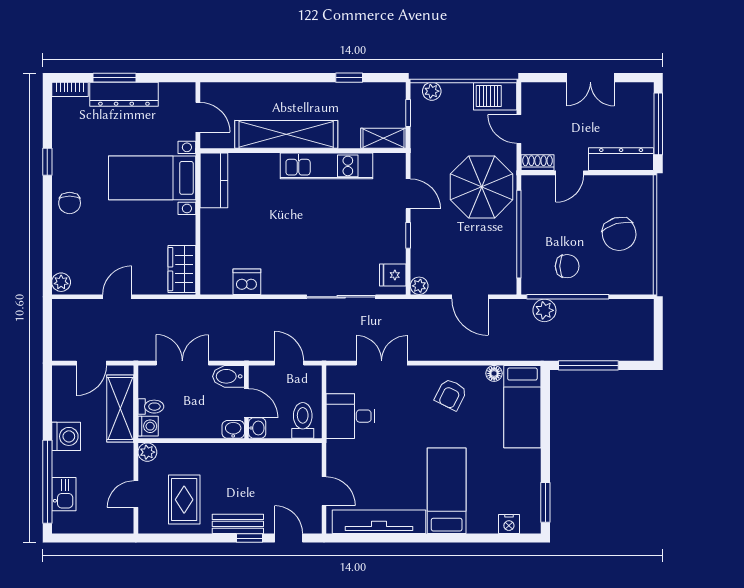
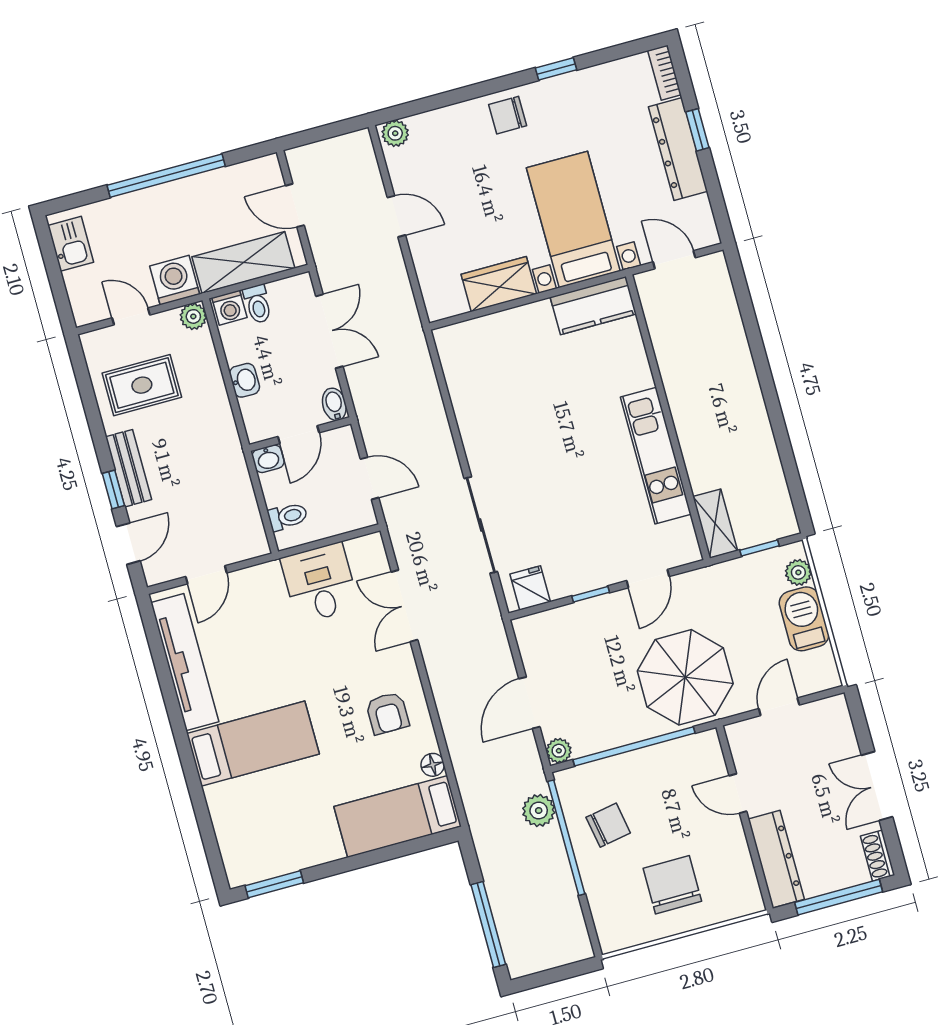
window: (114, 78) -> (697, 130), width x0.67
window: (349, 78) -> (786, 454), removed
barbecue: (495, 96) -> (804, 619), moved
door: (198, 117) -> (674, 260), swing flipped
shelving: (286, 134) -> (684, 388), removed
shoe rack: (537, 163) -> (878, 856), moved, turned 180
chair: (619, 234) -> (672, 885), turned 106
chair: (567, 266) -> (608, 825), turned -100
wardrobe: (182, 269) -> (499, 284), moved
dishwasher: (247, 282) -> (466, 389), removed
plant: (419, 286) -> (559, 751), moved
door: (289, 363) -> (370, 478), hinge flipped
double door: (382, 363) -> (404, 606), swing flipped
window: (588, 365) -> (488, 924), moved
bidet: (228, 376) -> (334, 404), width x0.72, depth x0.74
armchair: (451, 394) -> (387, 713), turned -117
toilet: (303, 420) -> (288, 517), width x0.73, depth x0.72
washbasin: (233, 429) -> (244, 380), moved
washing machine: (66, 436) -> (175, 280), moved, turned 180
window: (47, 482) -> (166, 176), moved
kitchen sink: (64, 494) -> (71, 244), moved, turned -90
nightstand: (509, 524) -> (231, 842), removed

